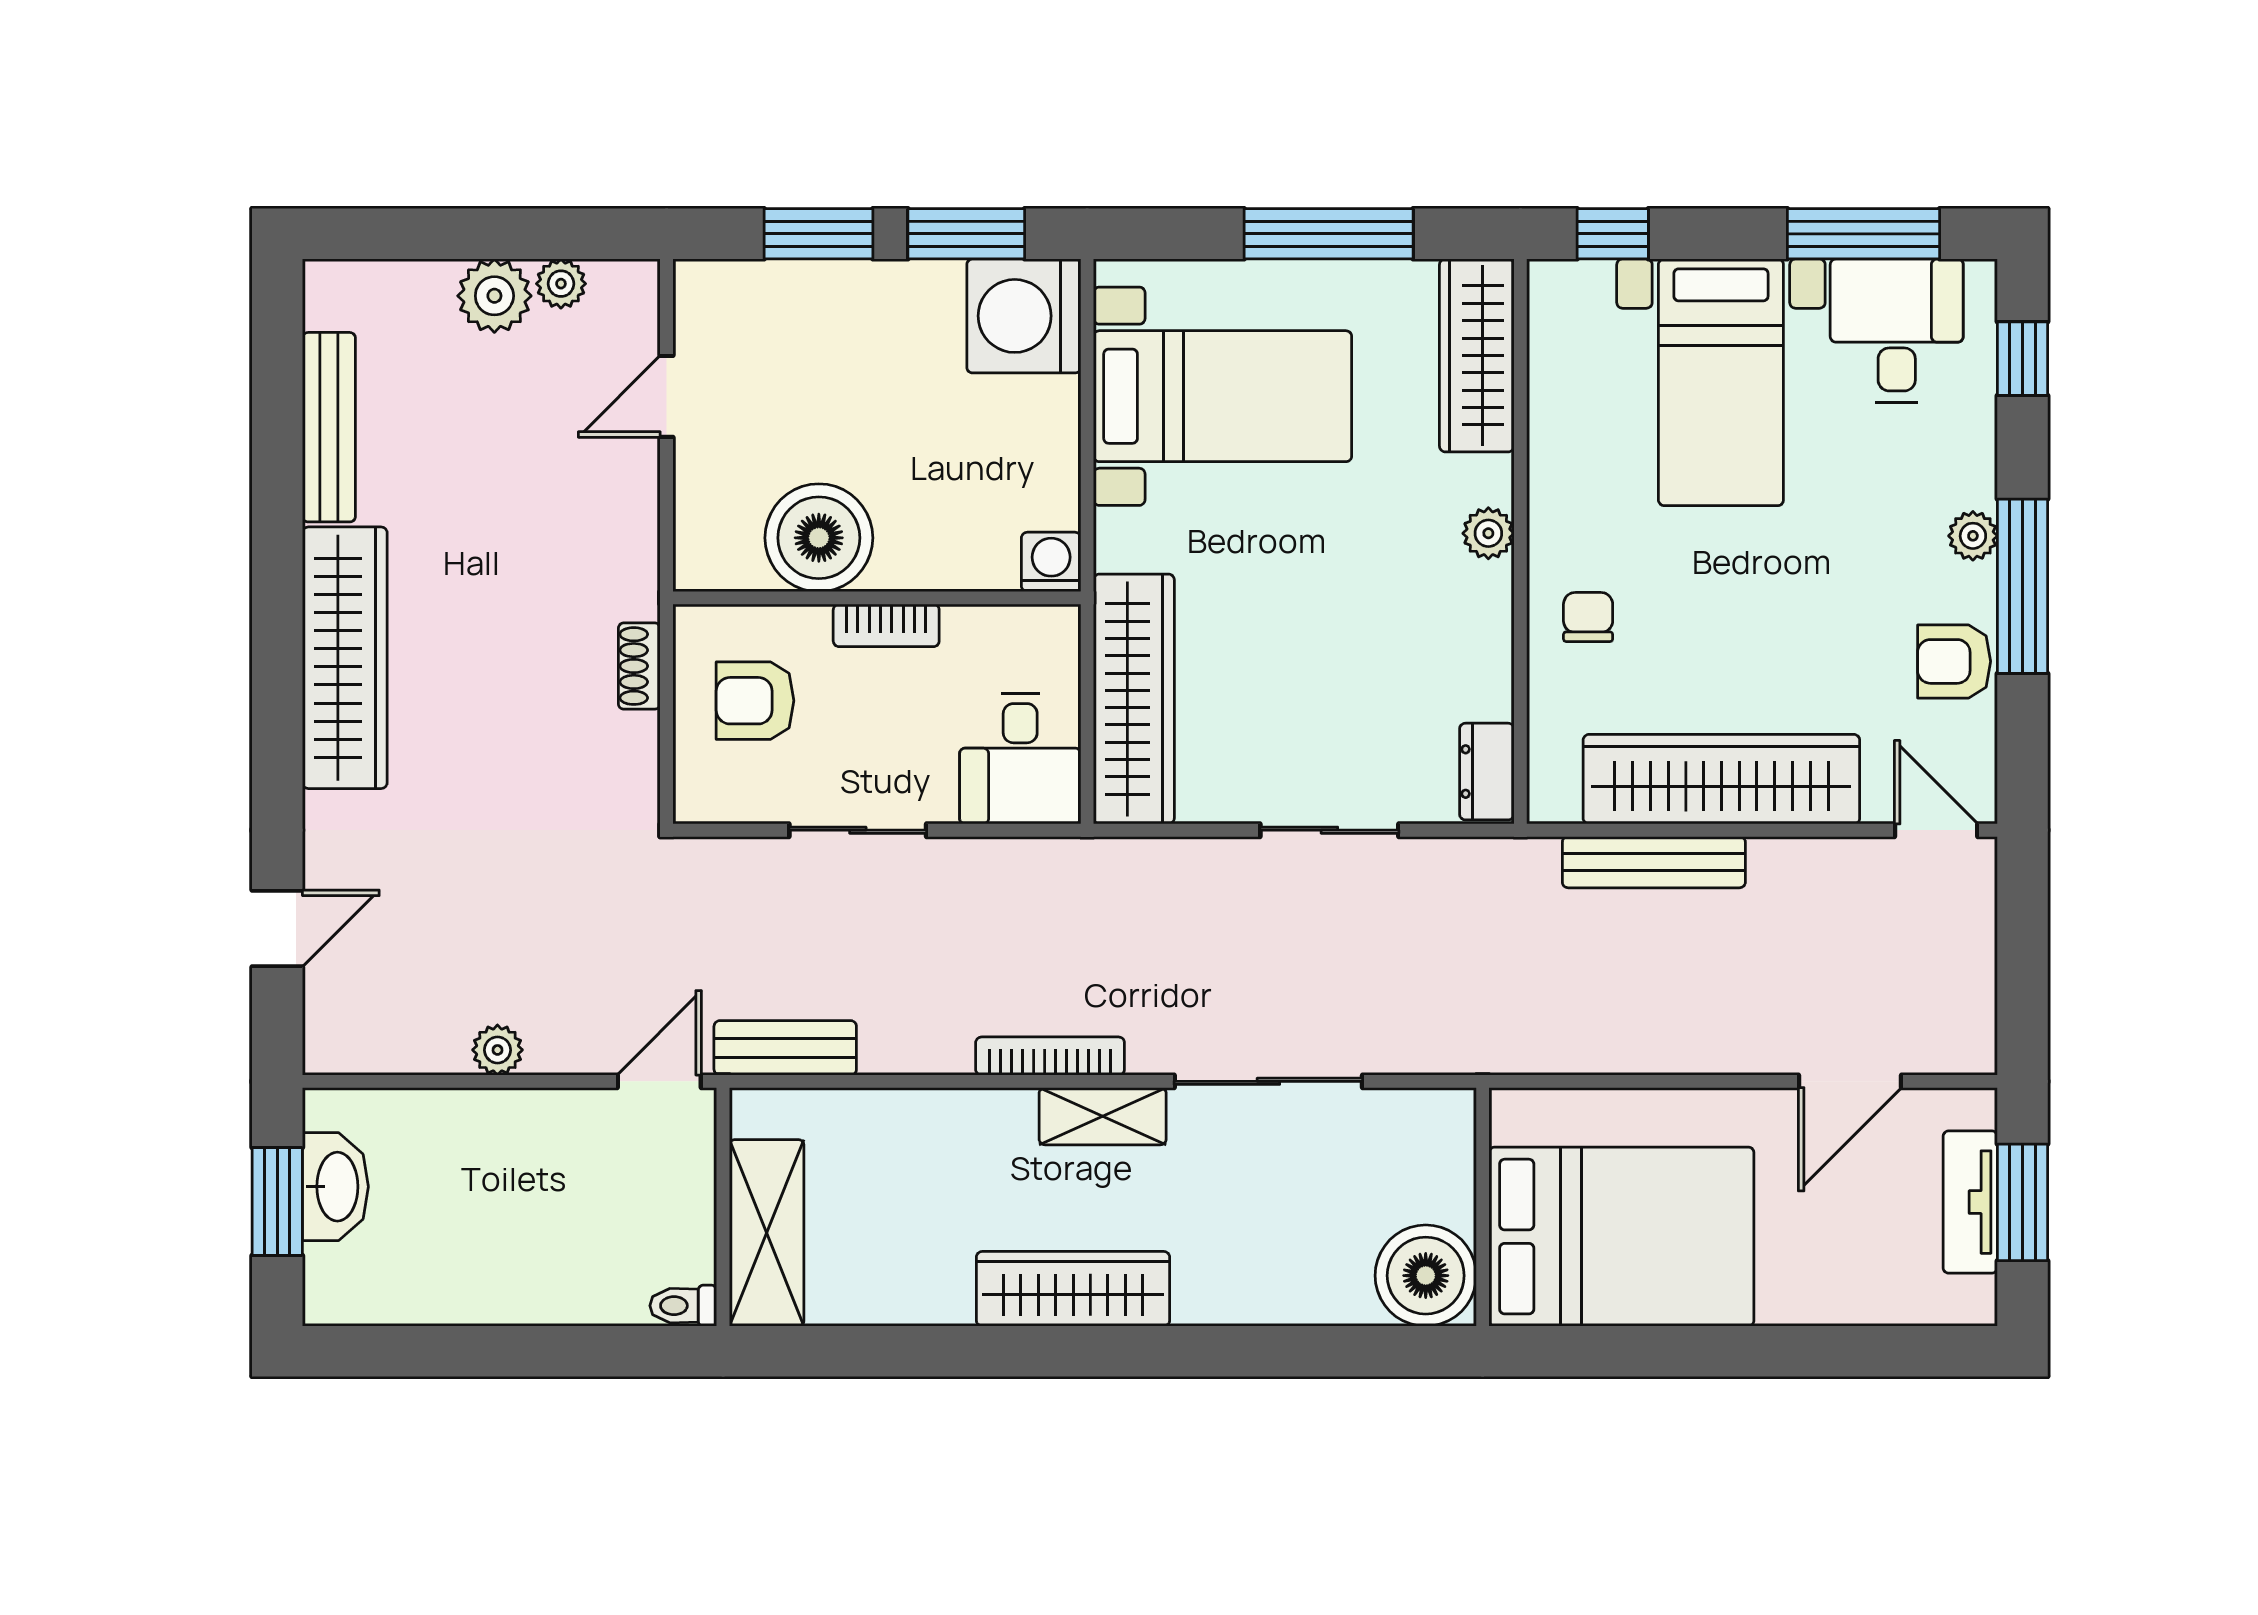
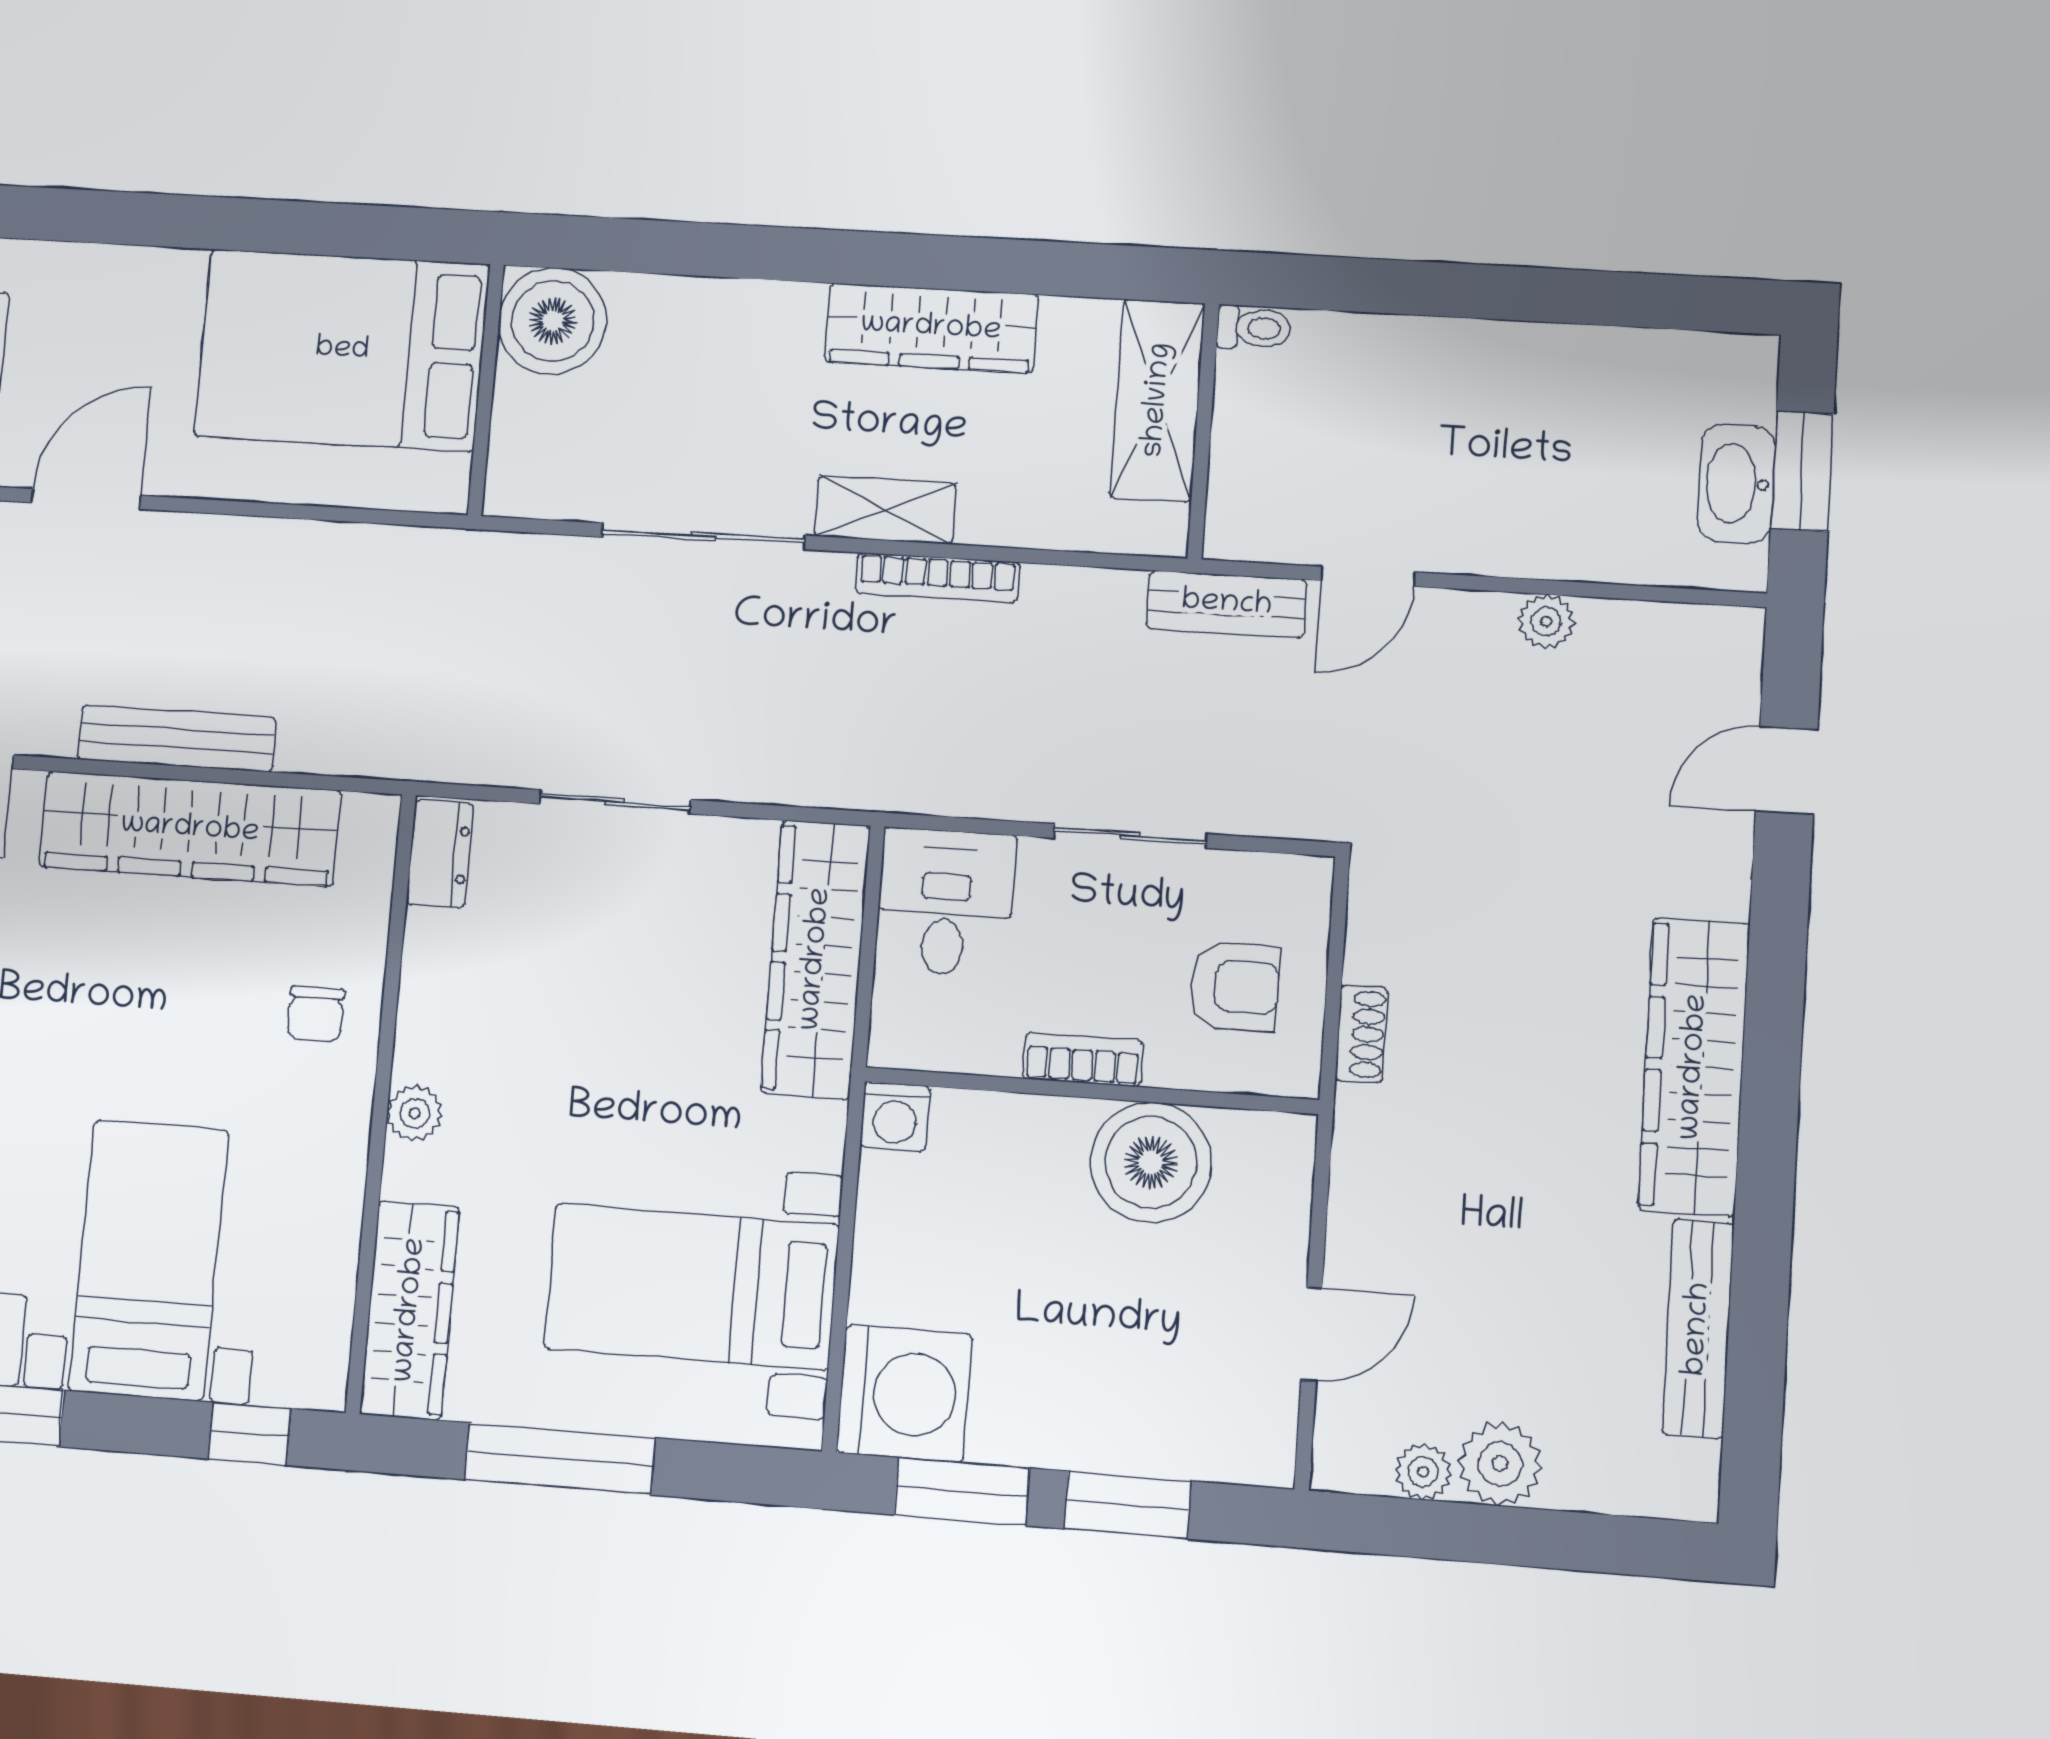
bench: (1654, 862) -> (177, 738), moved
wall: (723, 1207) -> (1203, 431), moved
shelving: (767, 1233) -> (1158, 400), moved
toilet: (683, 1306) -> (1254, 328), moved

